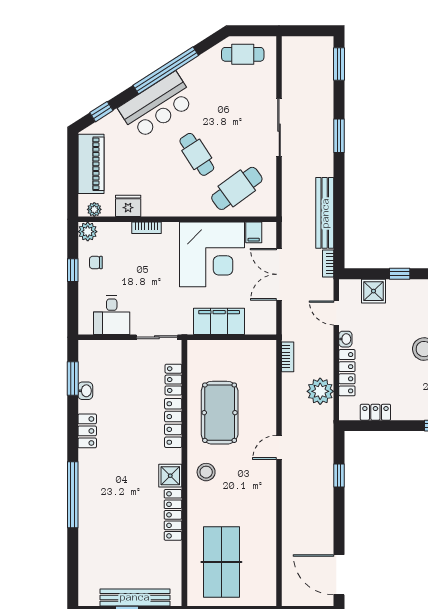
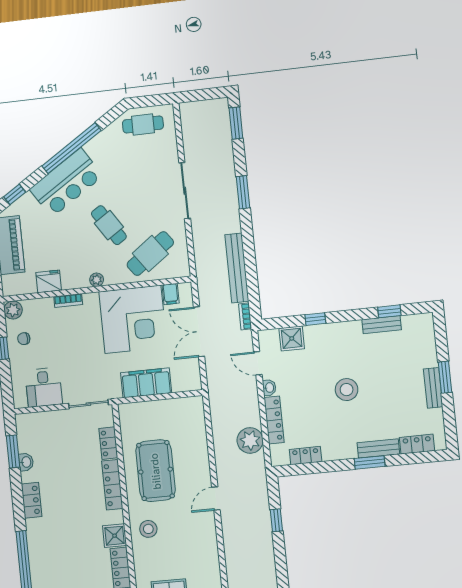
plant: (94, 209) -> (97, 280), moved
bookcase: (288, 357) -> (215, 410), removed

